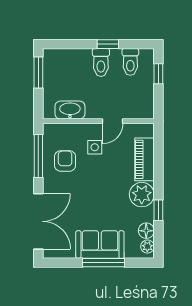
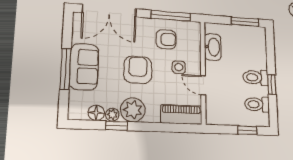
piano: (144, 159) -> (181, 114), moved
armchair: (100, 190) -> (138, 70), added
plant: (147, 247) -> (112, 115), moved

